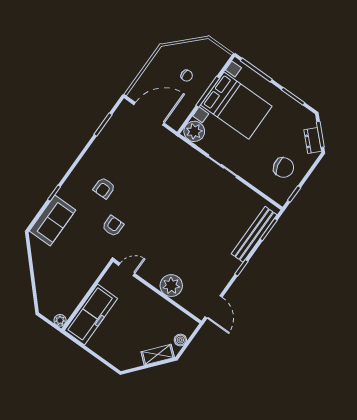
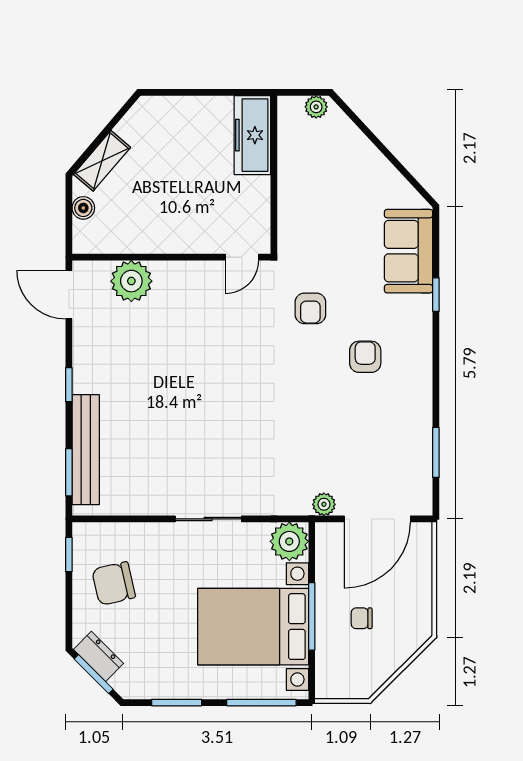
plant: (168, 137) -> (324, 504), added
plant: (171, 286) -> (131, 281), moved
freezer: (91, 314) -> (252, 135), width x0.73, depth x0.79
plant: (60, 320) -> (316, 107), moved

